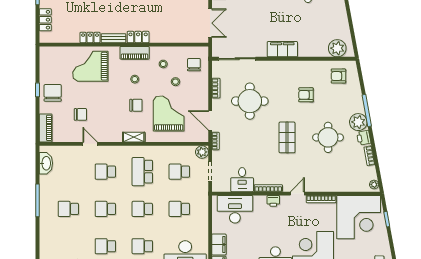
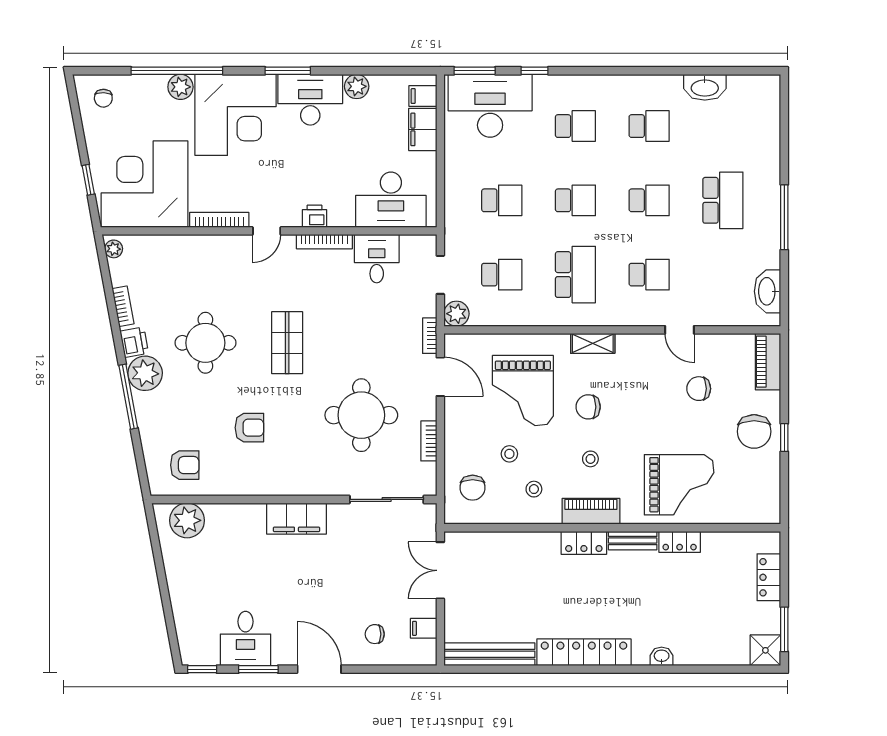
school desk: (68, 209) -> (723, 200), width x1.85

